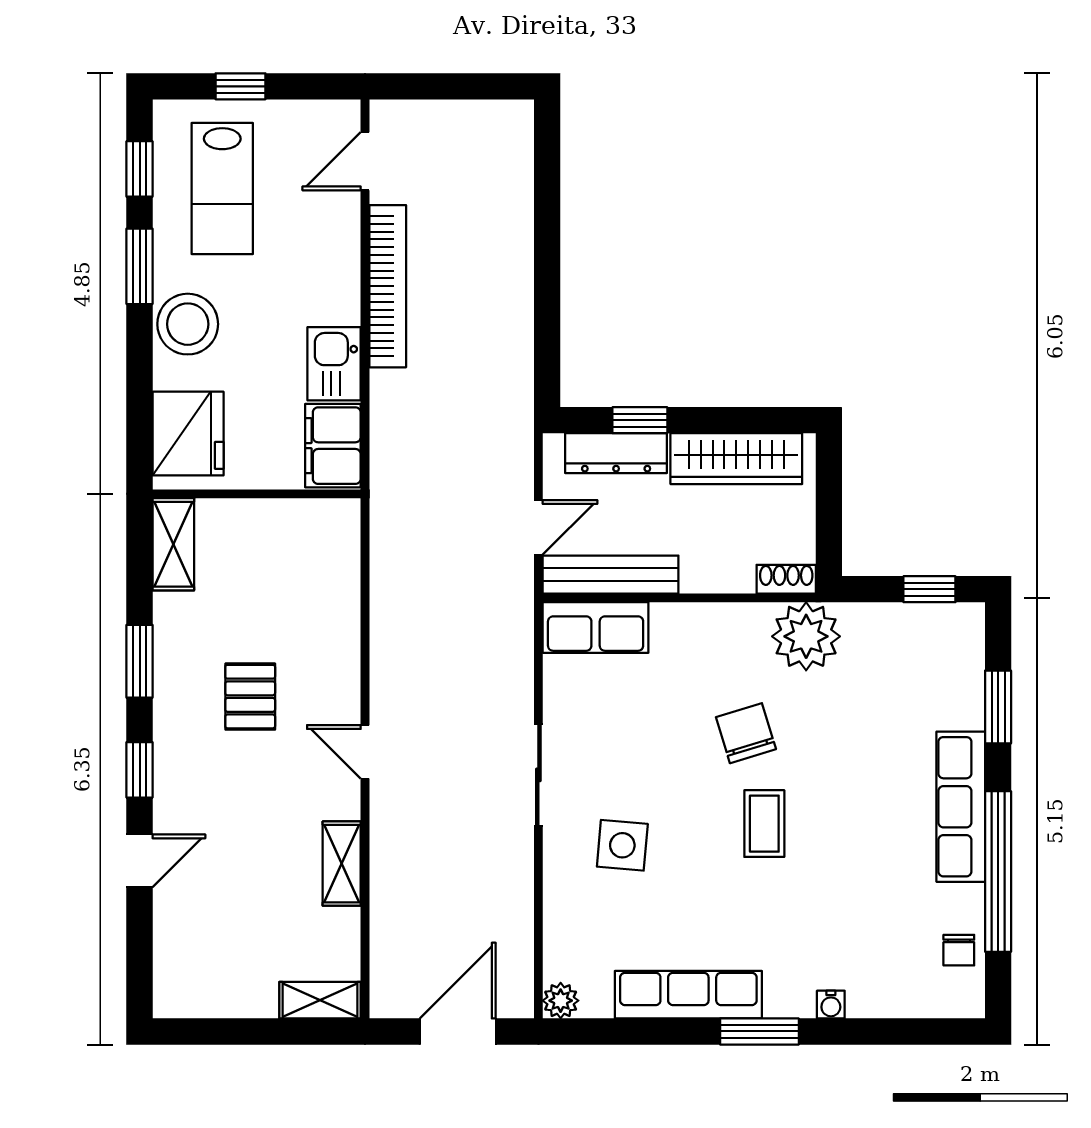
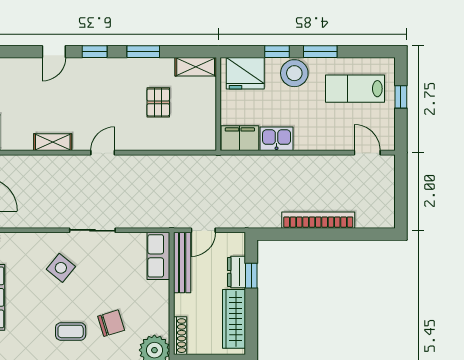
window: (140, 169) -> (277, 52), moved
bookcase: (388, 286) -> (318, 220), moved, turned 180
dresser: (616, 453) -> (237, 272), width x0.70
door: (538, 527) -> (203, 230), hinge flipped
shoe rack: (786, 579) -> (180, 336), width x1.43
pallet: (250, 697) -> (158, 102), moved, turned 90
side table: (622, 845) -> (61, 268), turned 34
door: (140, 861) -> (54, 52), hinge flipped

